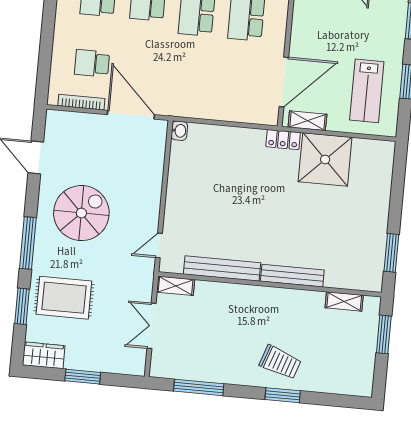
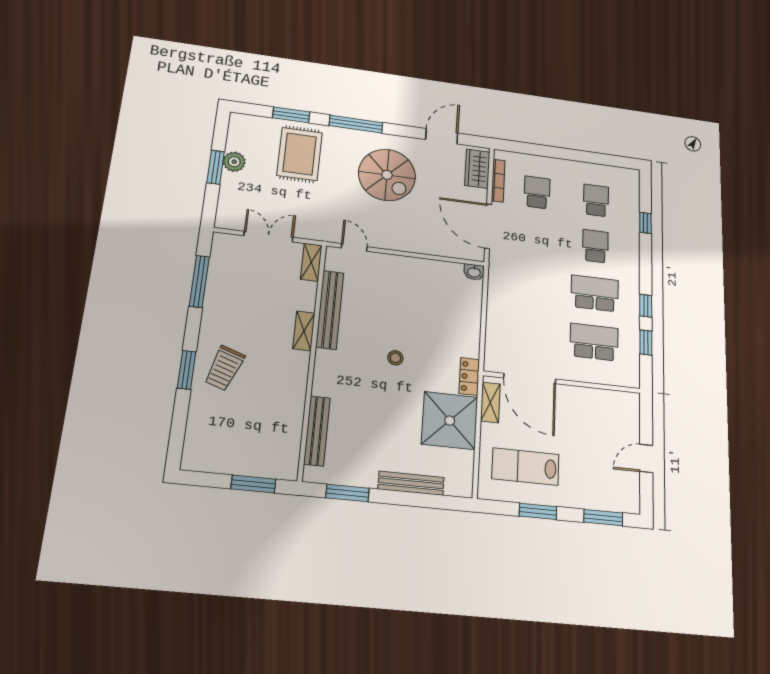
door: (131, 115) -> (488, 226), swing flipped
bench: (383, 196) -> (411, 483), added
stool: (267, 208) -> (395, 358), added
bench: (292, 276) -> (317, 431), moved
shelving: (344, 301) -> (304, 331), moved
wardrobe: (44, 355) -> (477, 169), moved, turned 180
plant: (76, 360) -> (234, 162), added

